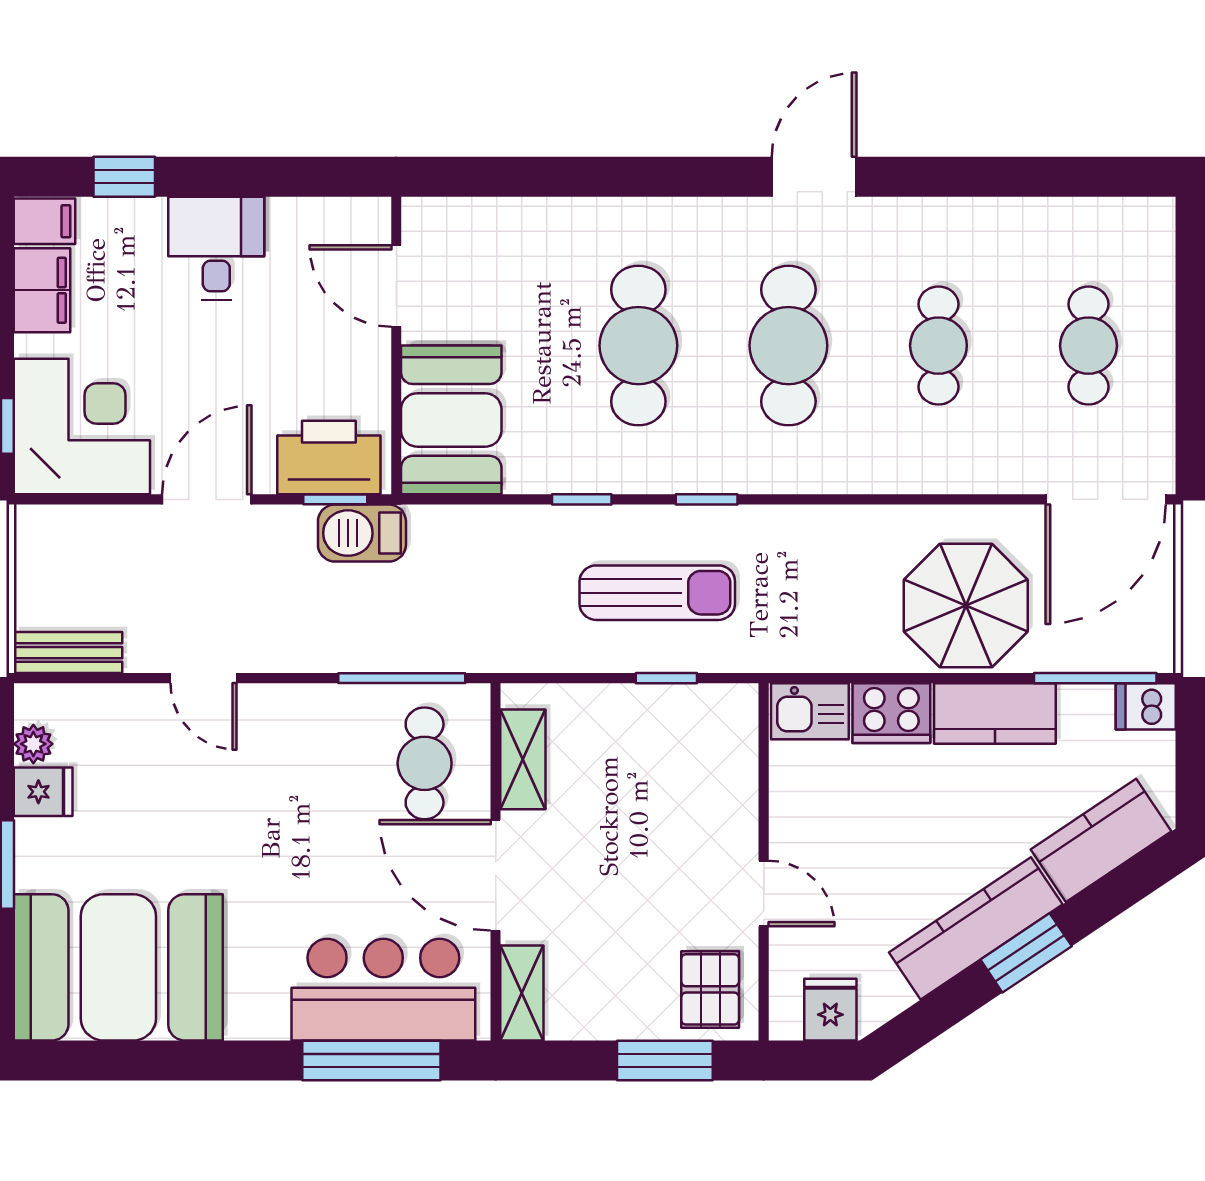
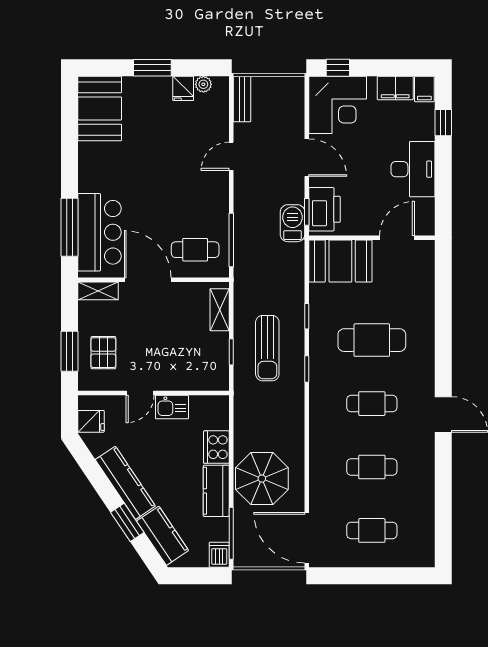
desk: (216, 248) -> (413, 169), width x1.37
cafe table: (788, 346) -> (372, 404), width x0.73, depth x0.74
kitchen sink: (810, 711) -> (172, 407), moved, turned -90
shelving: (523, 759) -> (220, 310), moved, turned 90
door: (496, 875) -> (148, 280), hinge flipped
window: (1026, 953) -> (127, 522), moved
booth: (118, 967) -> (100, 108), width x0.73, depth x0.70
pallet: (710, 989) -> (103, 353), moved, turned 90

